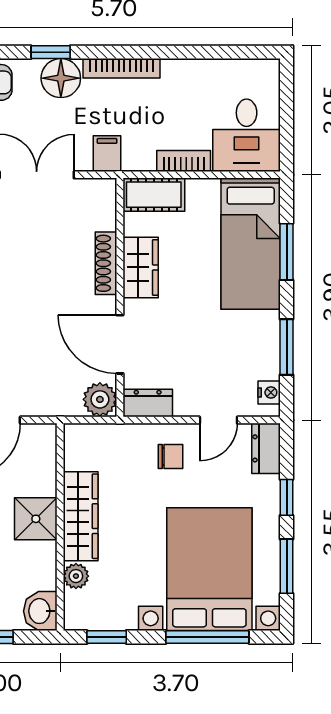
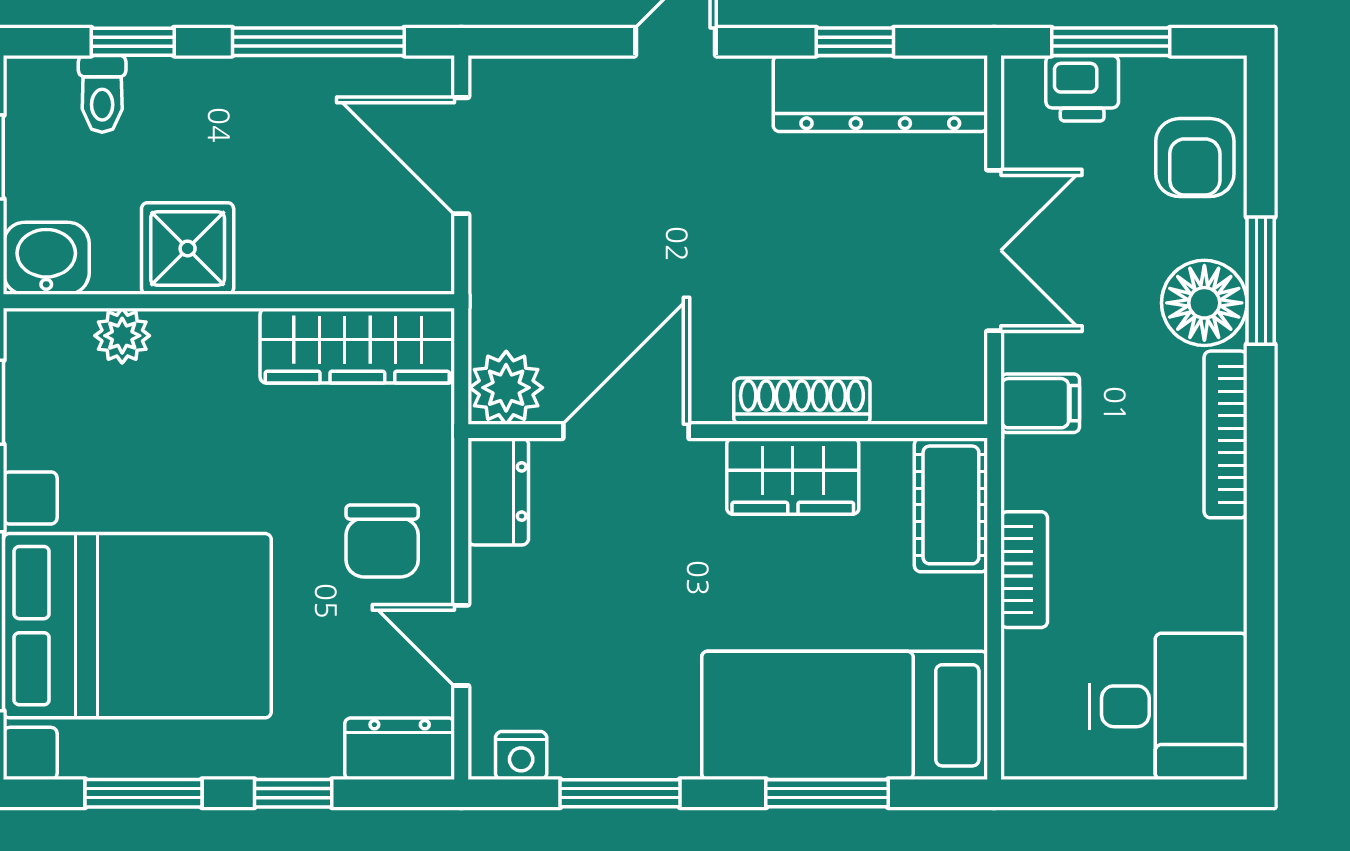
window: (51, 52) -> (1261, 281), width x1.50
desk: (247, 135) -> (1168, 706), moved, turned 180
chair: (170, 456) -> (382, 541), width x1.37, depth x1.37
wardrobe: (81, 516) -> (357, 346), moved
shower: (36, 519) -> (188, 248), moved

